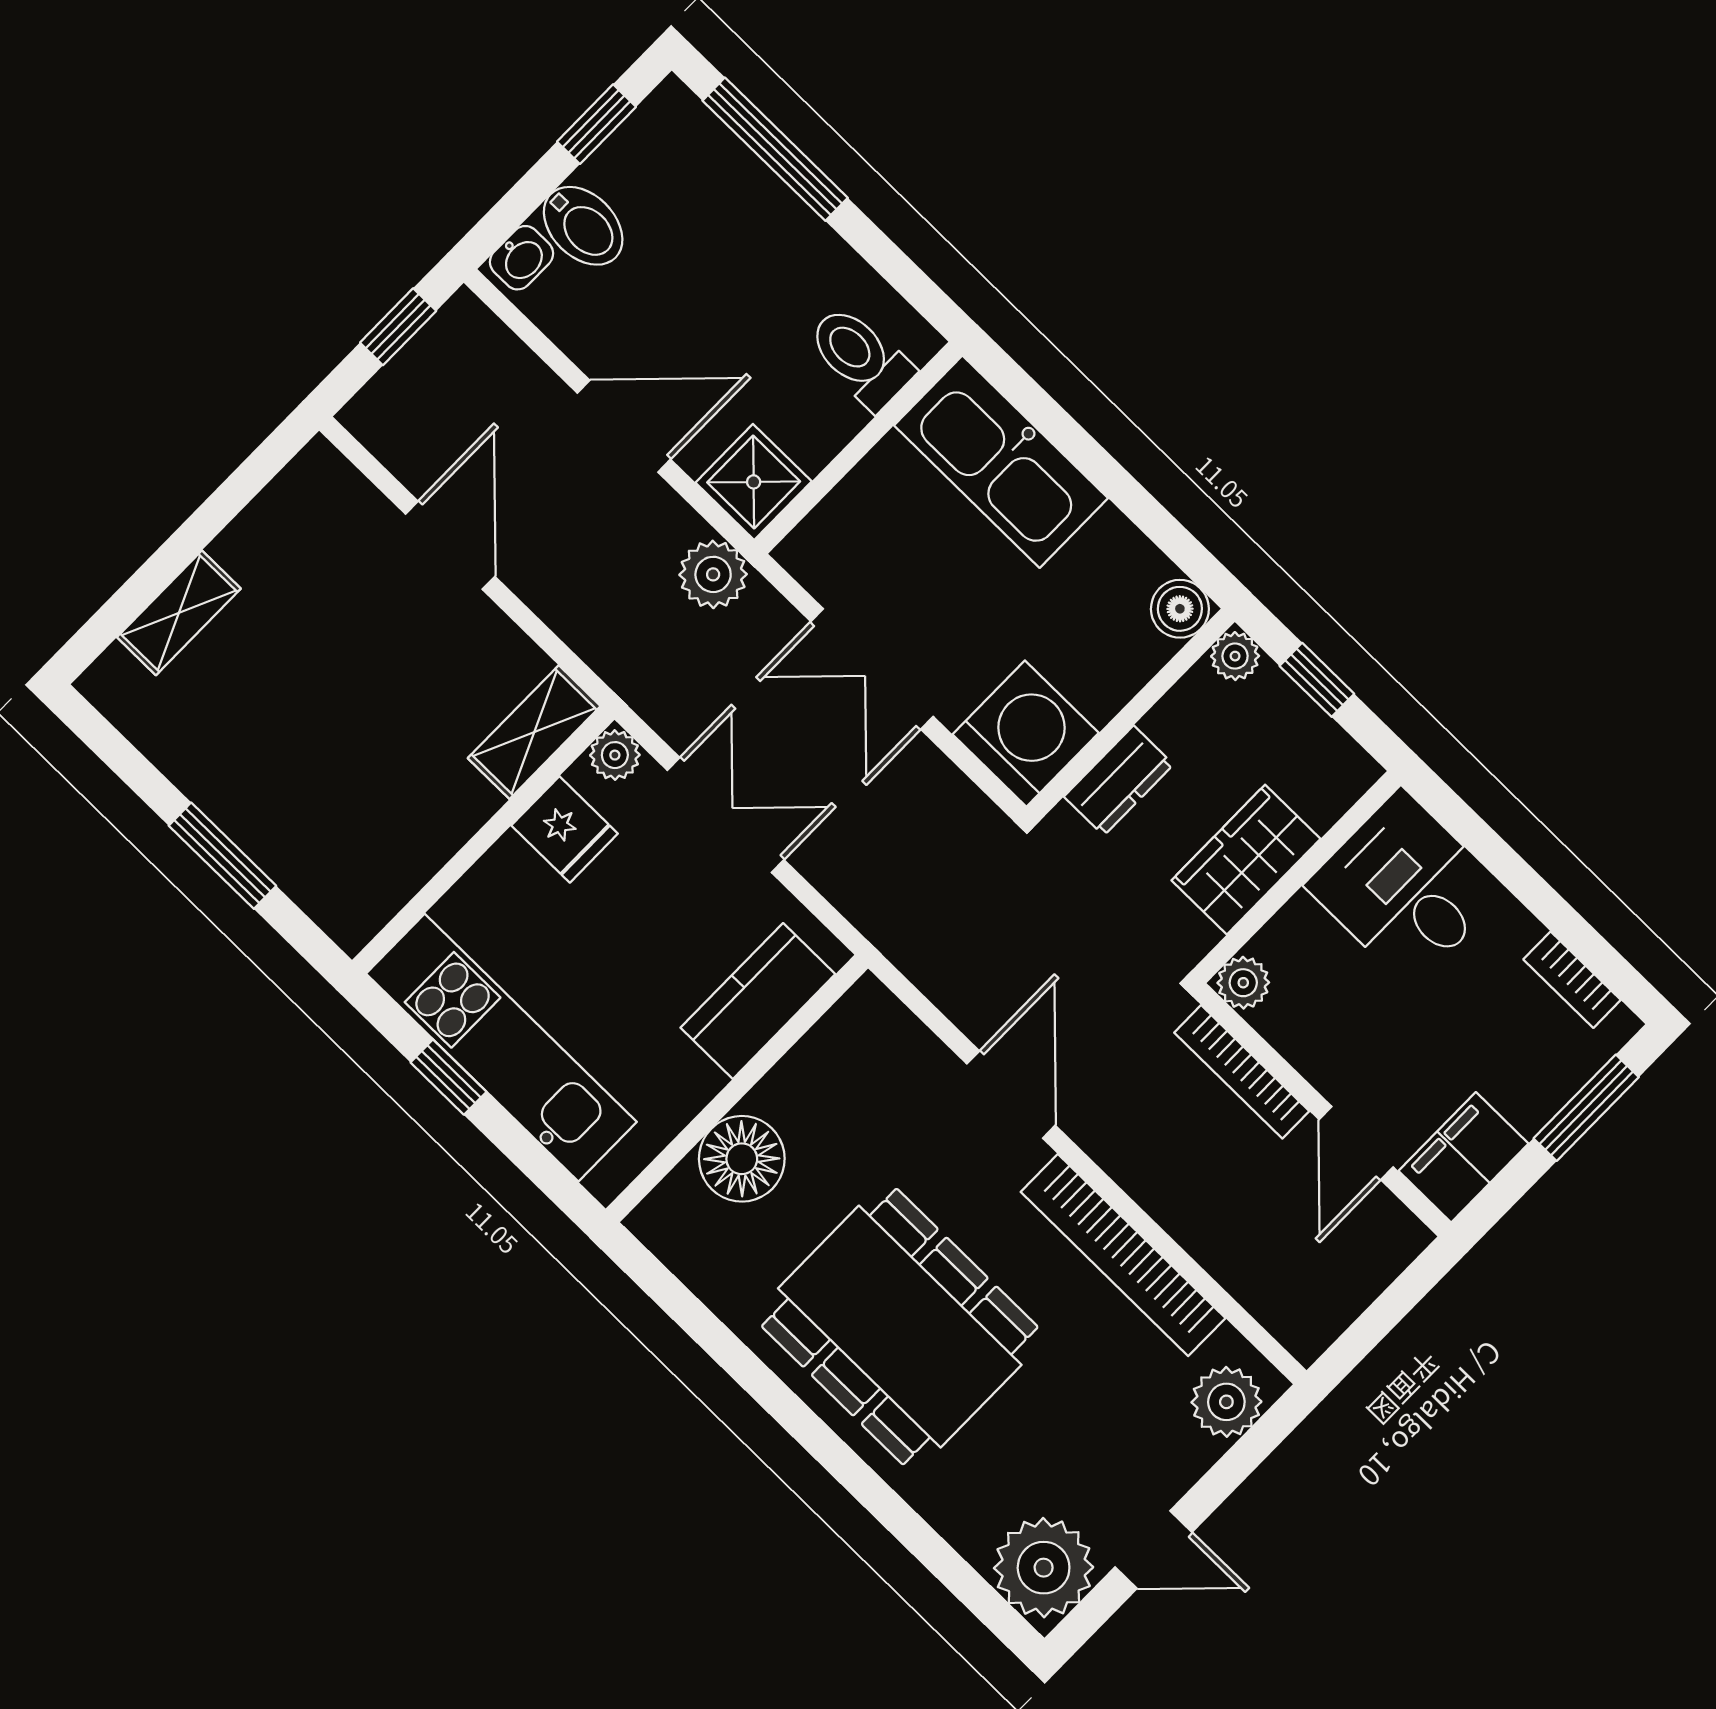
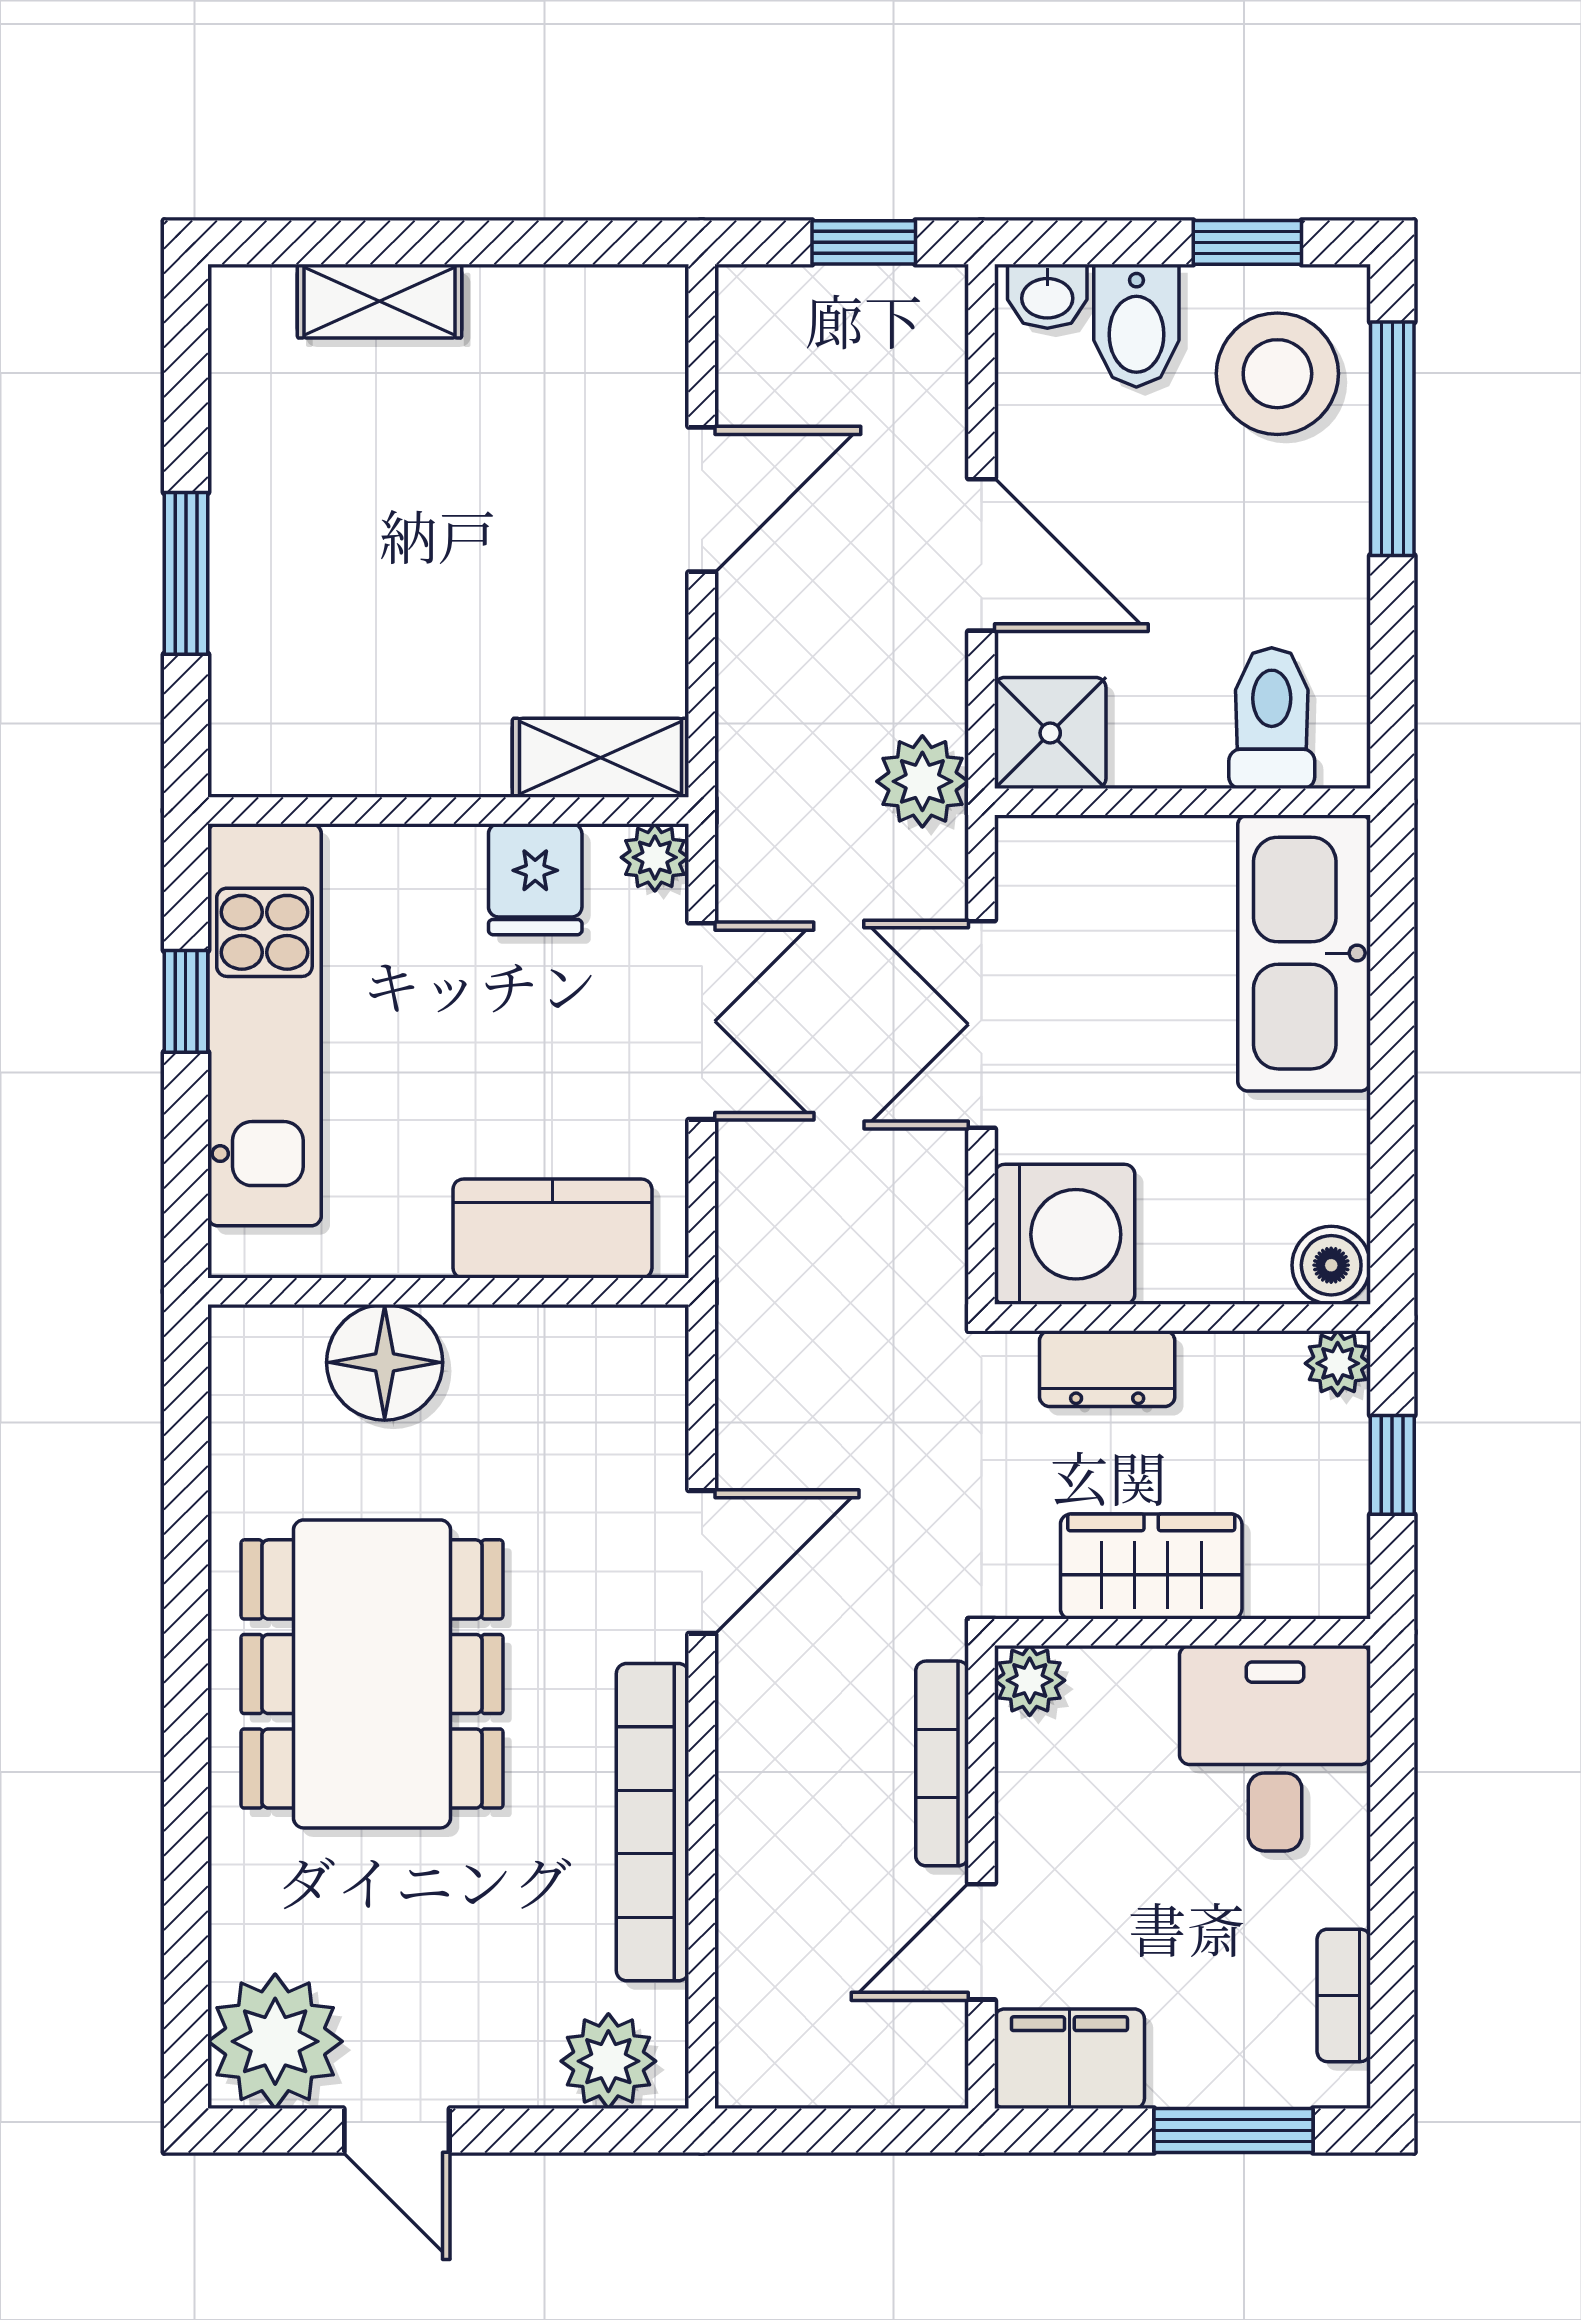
stool: (681, 176) -> (1277, 374), added

